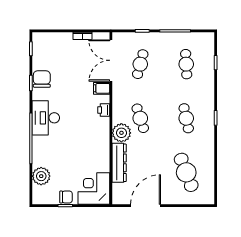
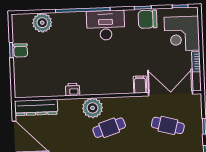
chair: (42, 79) -> (148, 19), turned 180
printer: (104, 110) -> (73, 89), moved
dresser: (119, 163) -> (36, 107), moved
corner desk: (94, 189) -> (182, 34), moved, turned 180

